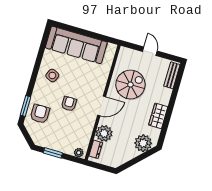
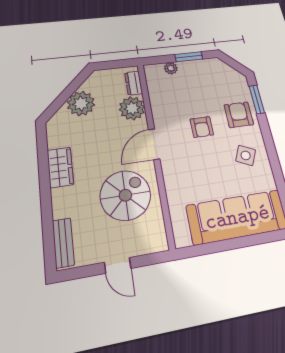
spiral stairs: (130, 85) -> (125, 195), turned 180
armchair: (40, 114) -> (239, 115), moved, turned 180
plant: (143, 143) -> (81, 104), moved
plant: (79, 153) -> (171, 68), moved

